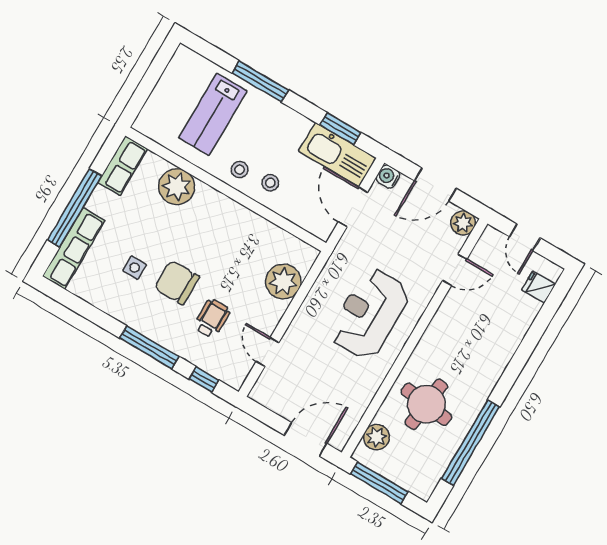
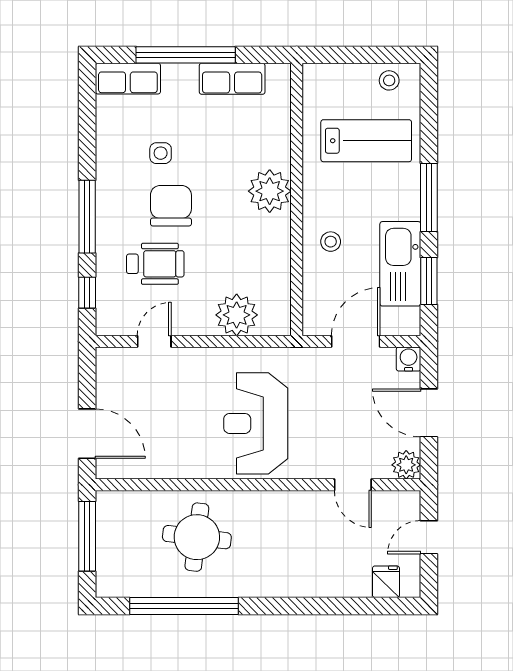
window: (260, 81) -> (429, 197), moved
lab bench: (213, 114) -> (366, 141), turned 180
kitchen sink: (337, 155) -> (400, 264), moved
row of seats: (123, 166) -> (232, 79), moved
stool: (240, 170) -> (389, 80), moved
plant: (177, 187) -> (270, 191), moved
row of seats: (74, 248) -> (128, 79), width x0.68
reception desk: (370, 314) -> (256, 423), turned -90
wheelchair: (212, 318) -> (155, 264), width x1.36, depth x1.37
plant: (376, 437) -> (133, 506), removed

